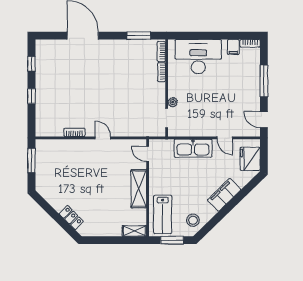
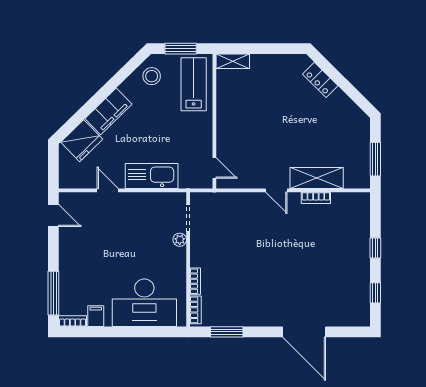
window: (264, 81) -> (53, 293), moved
fridge: (250, 159) -> (82, 141), moved, turned 46
shelving: (139, 189) -> (317, 178), moved, turned 90

